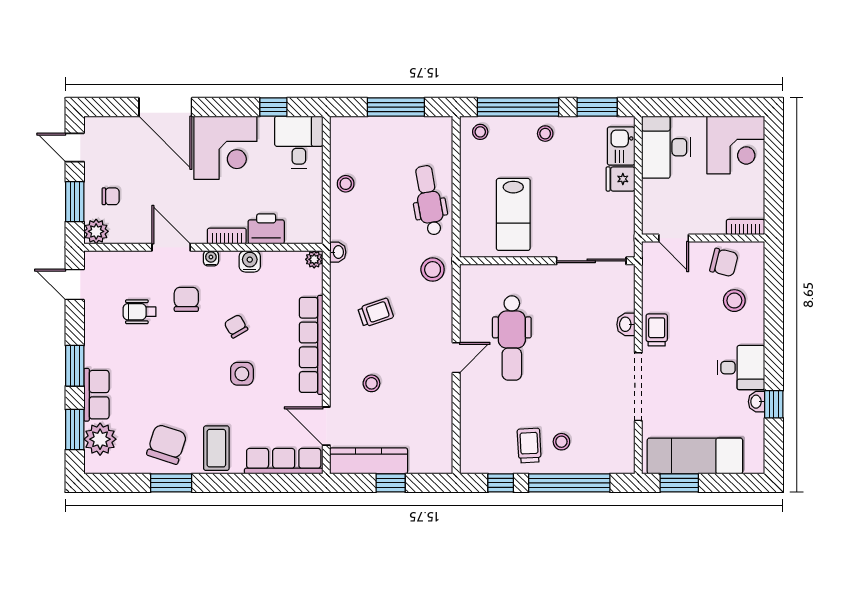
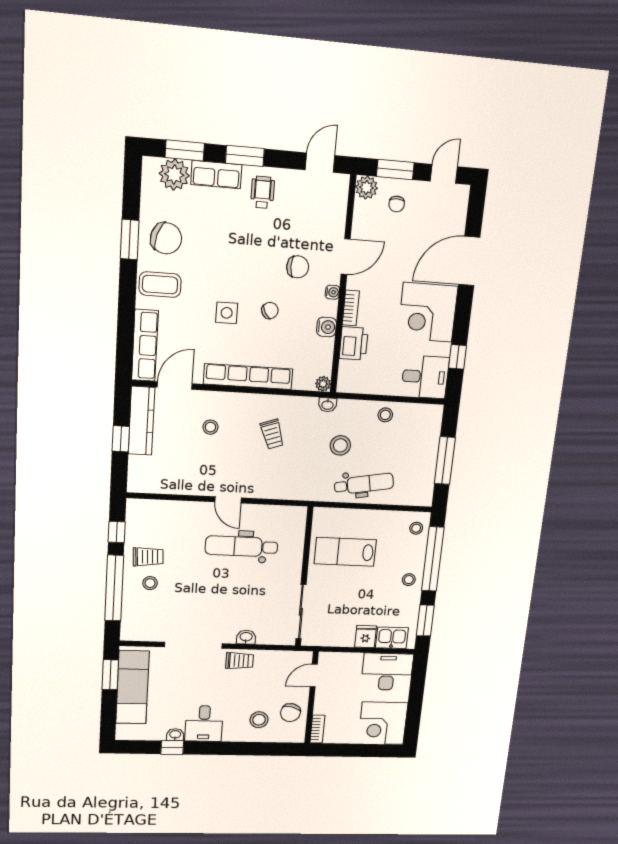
stool: (433, 270) -> (340, 445), moved
wheelchair: (140, 312) -> (263, 192), moved

